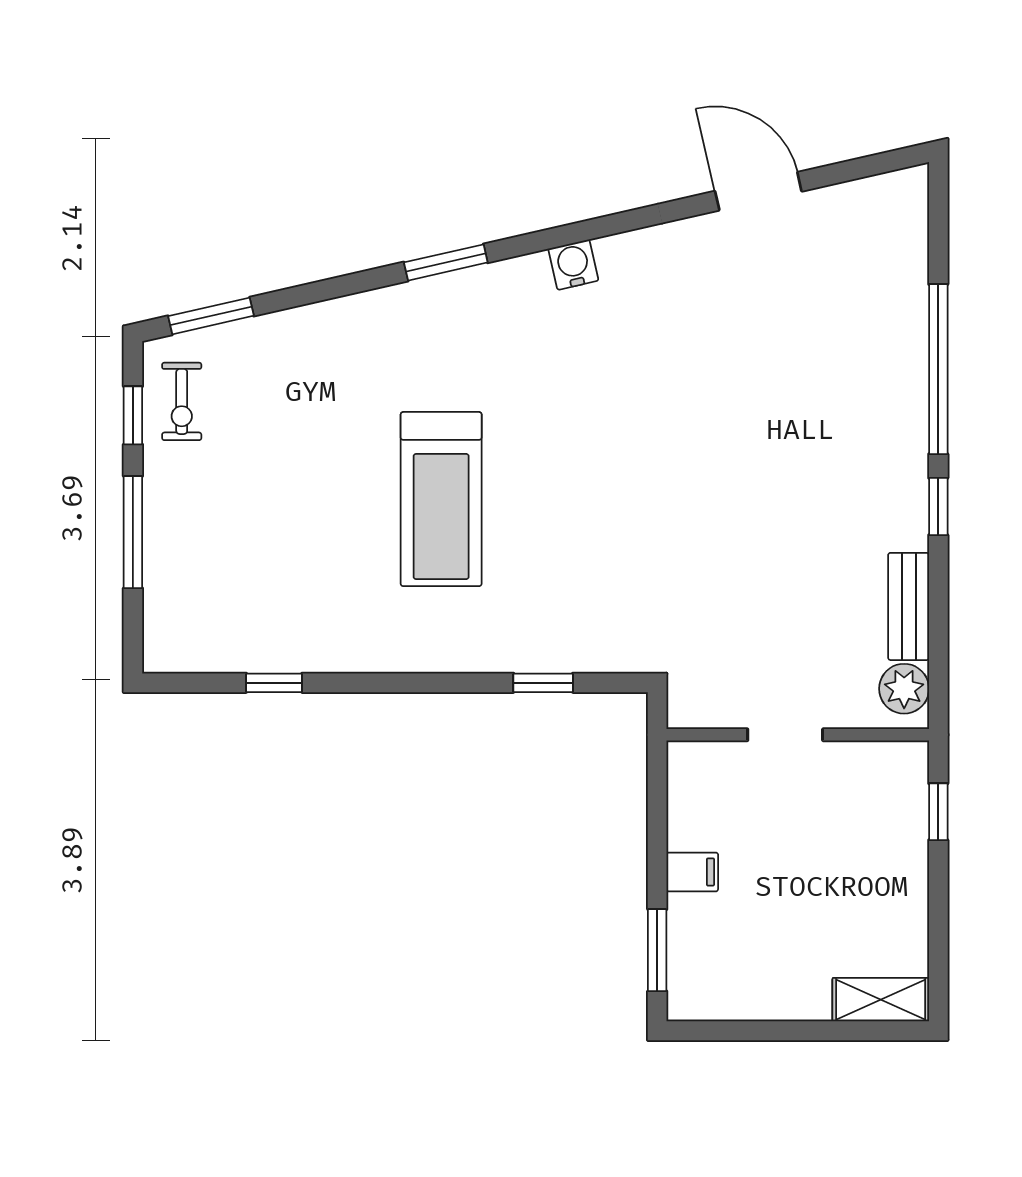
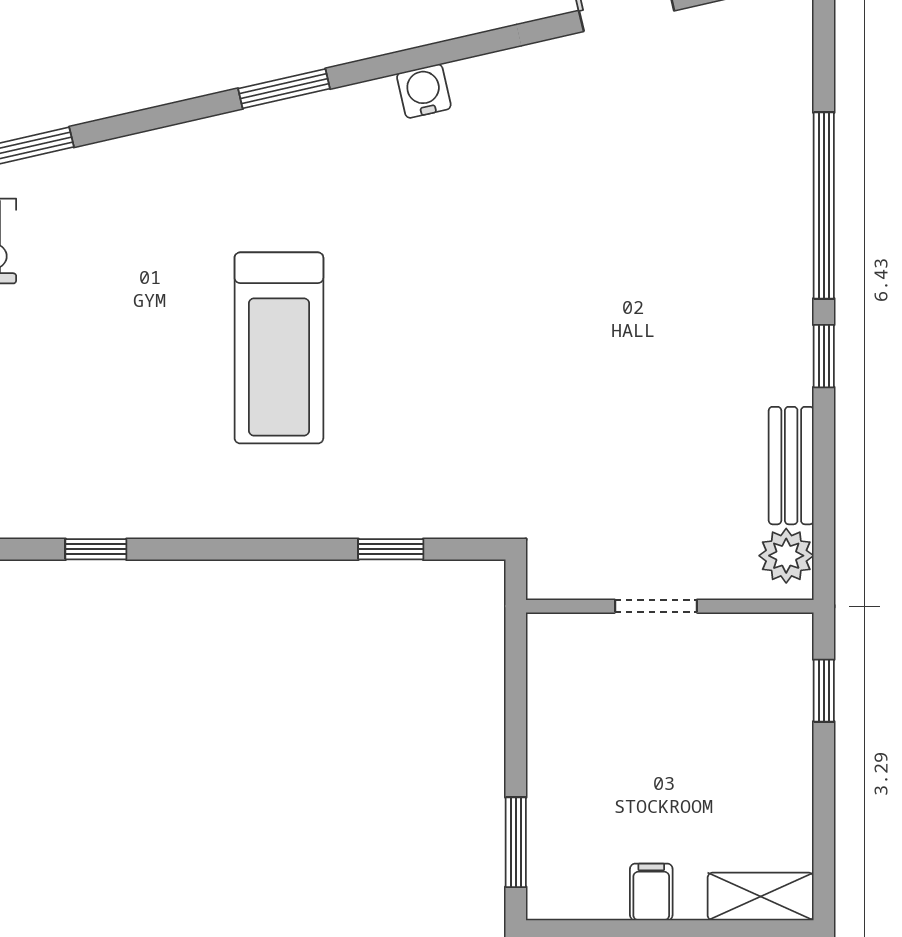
filing cabinet: (692, 872) -> (651, 892), moved, turned -90

